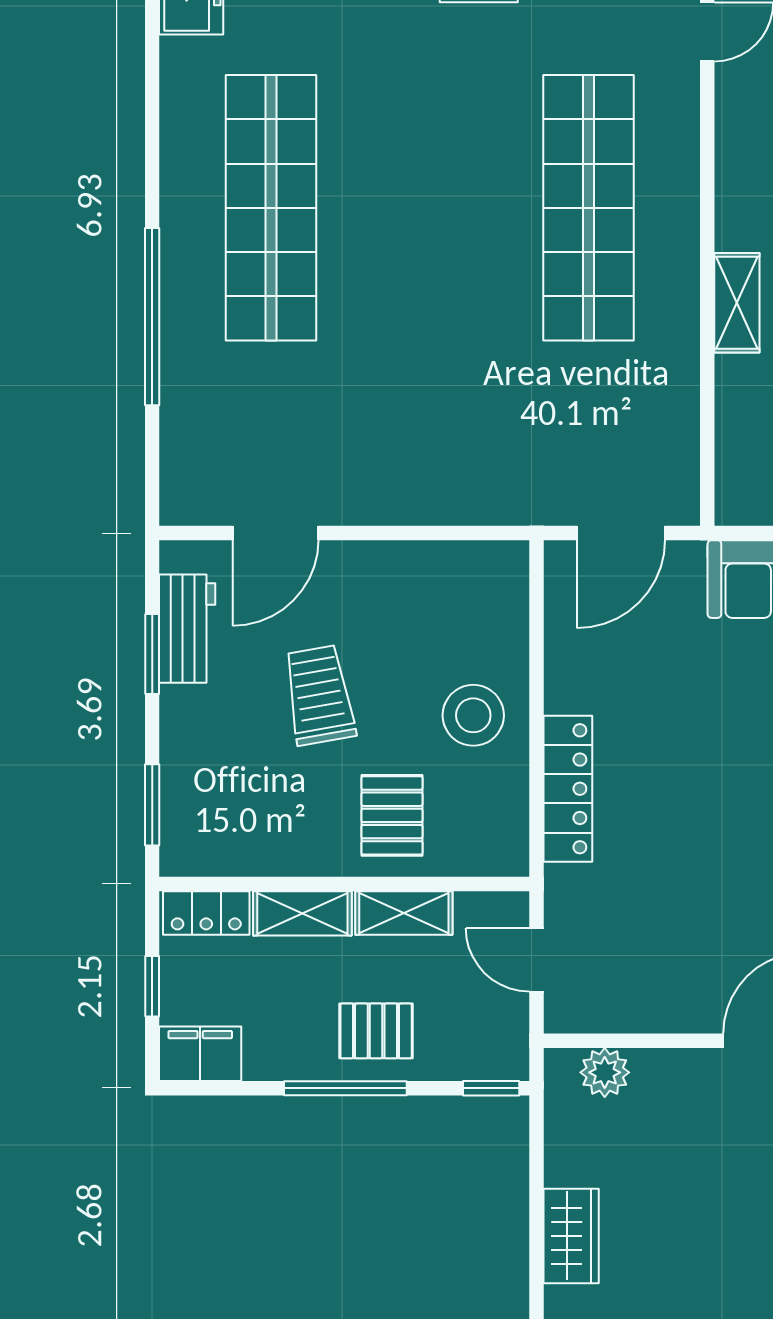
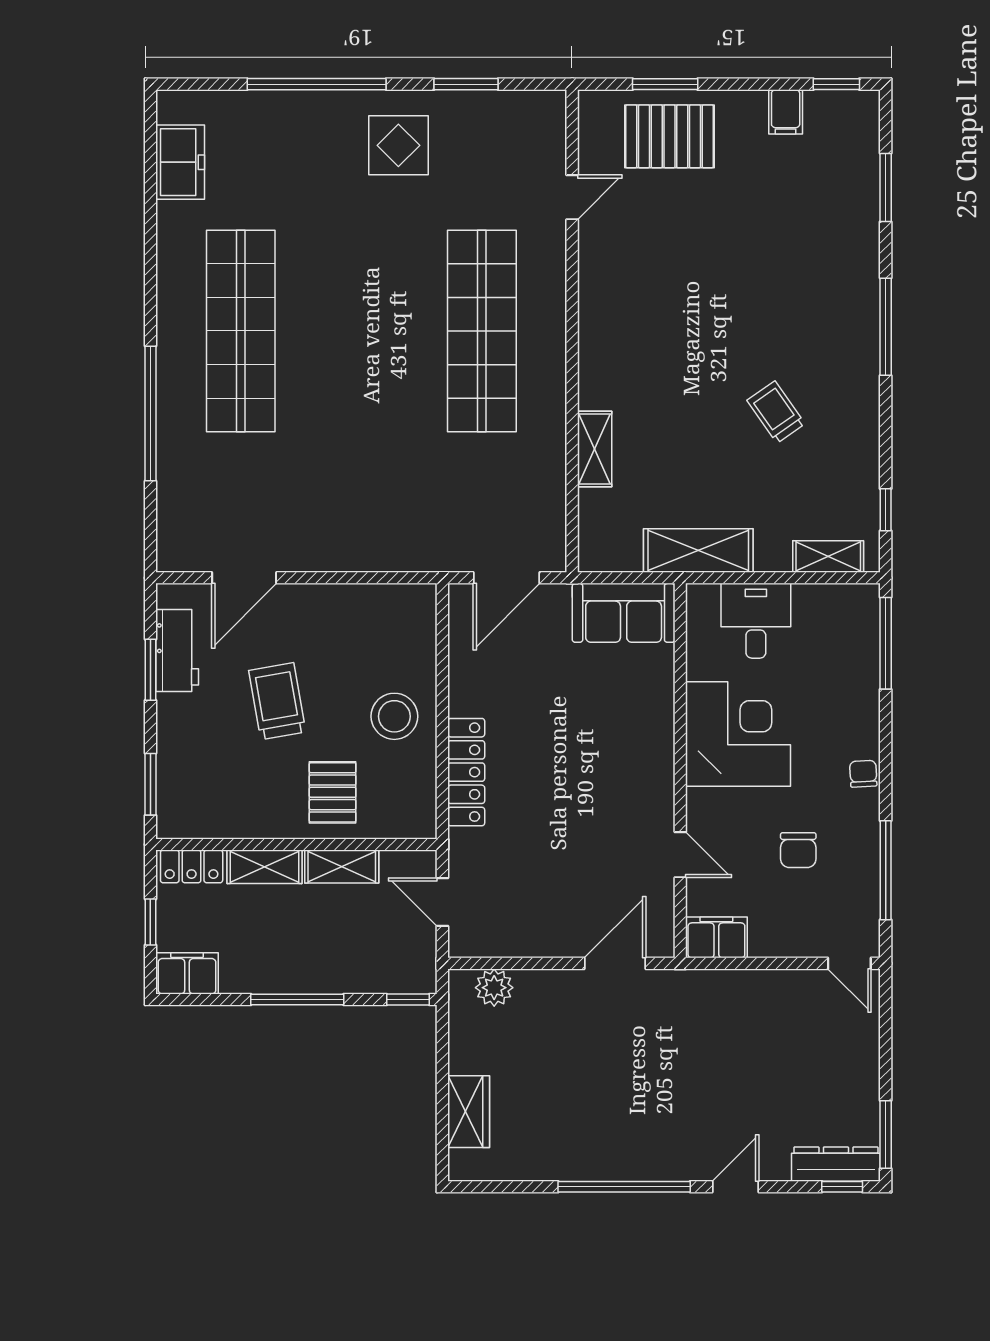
shelving: (737, 303) -> (595, 449), moved
pallet: (376, 1031) -> (321, 956), removed

